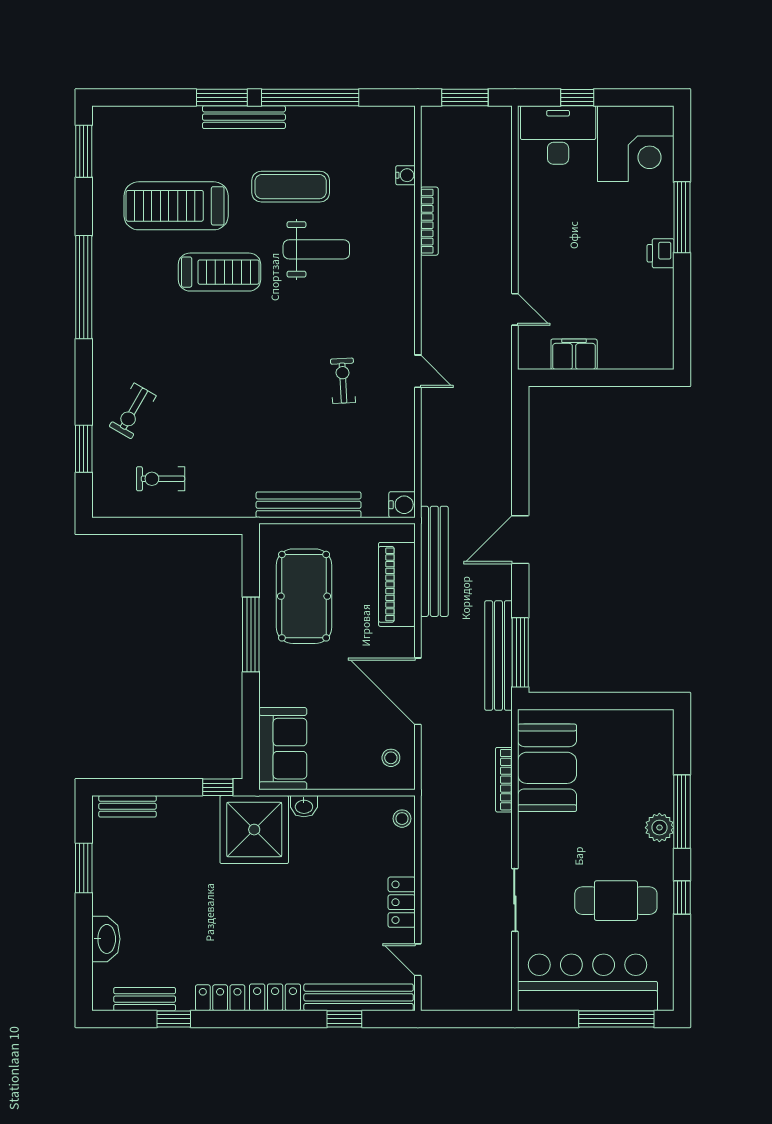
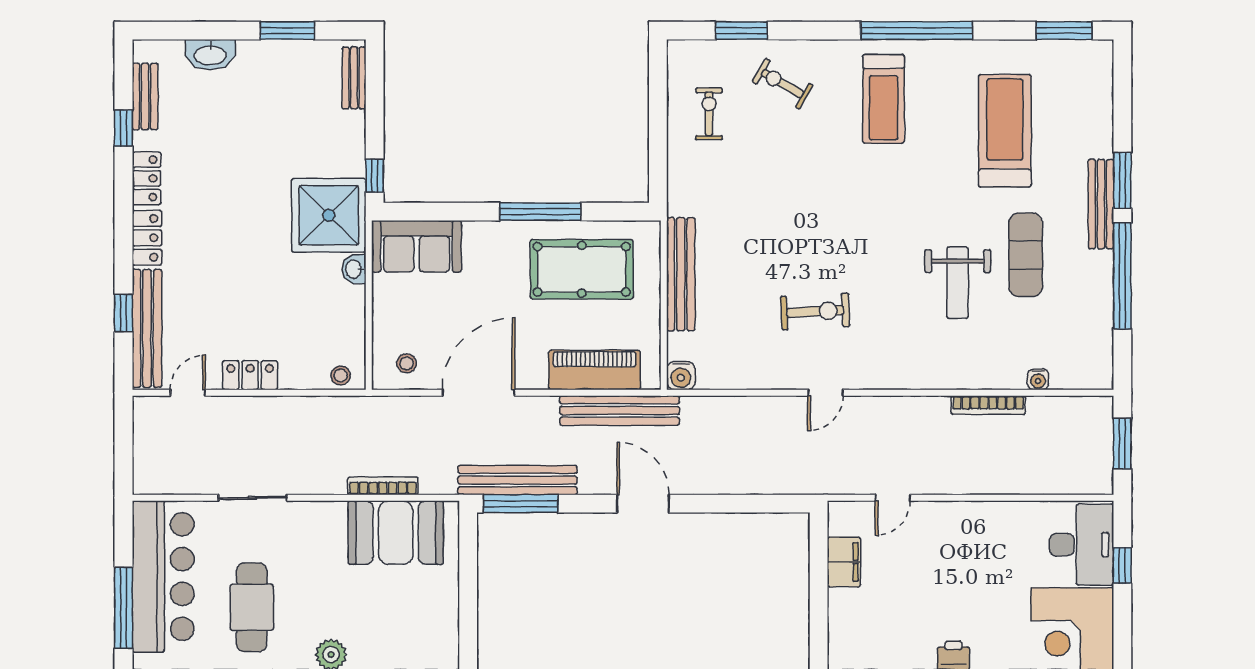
treadmill: (219, 272) -> (884, 99), moved
exercise bike: (343, 381) -> (815, 311), width x1.38, depth x1.39

